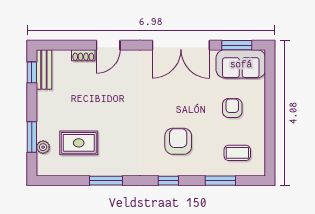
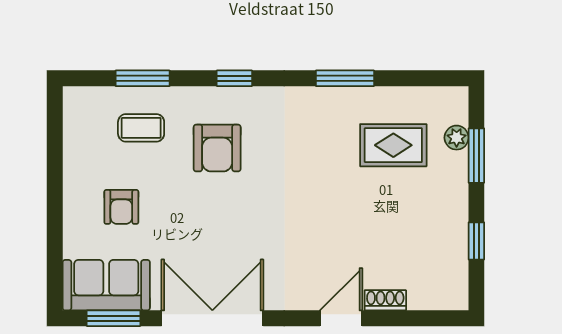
bench: (44, 70) -> (455, 275), removed
window: (32, 72) -> (476, 241), moved
coffee table: (237, 153) -> (141, 128), moved

